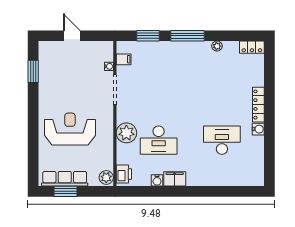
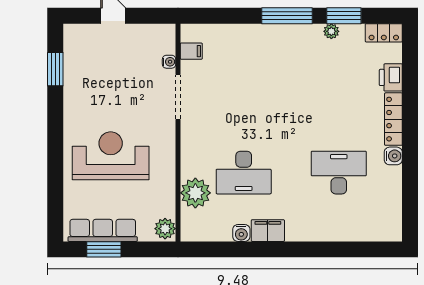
window: (148, 36) -> (344, 16), moved
plant: (126, 133) -> (195, 193), moved
printer: (124, 174) -> (391, 77), moved, turned 180

